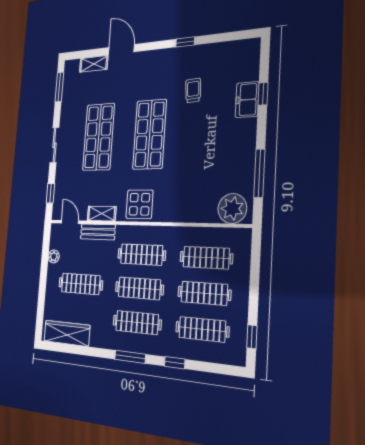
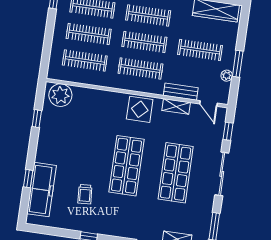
freezer: (247, 100) -> (41, 190), width x1.91, depth x1.26
sliding door: (54, 145) -> (222, 174), width x1.37
window: (259, 173) -> (37, 119), width x0.46
window: (44, 271) -> (238, 64), added

